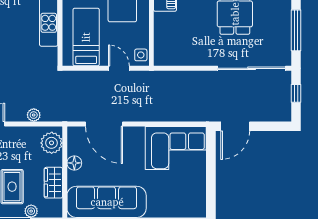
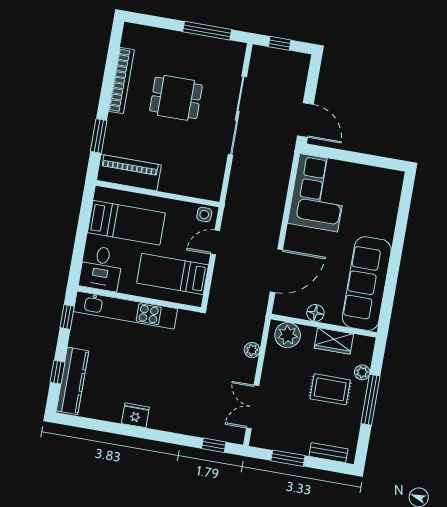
sliding door: (252, 68) -> (237, 116), moved

